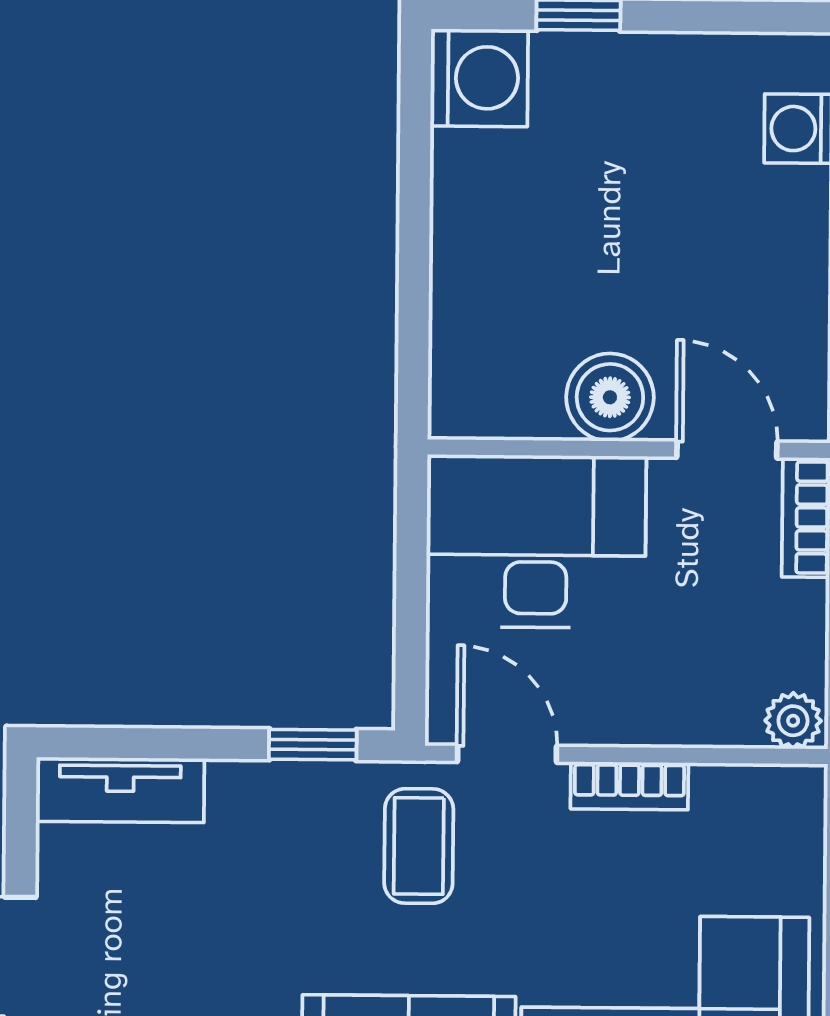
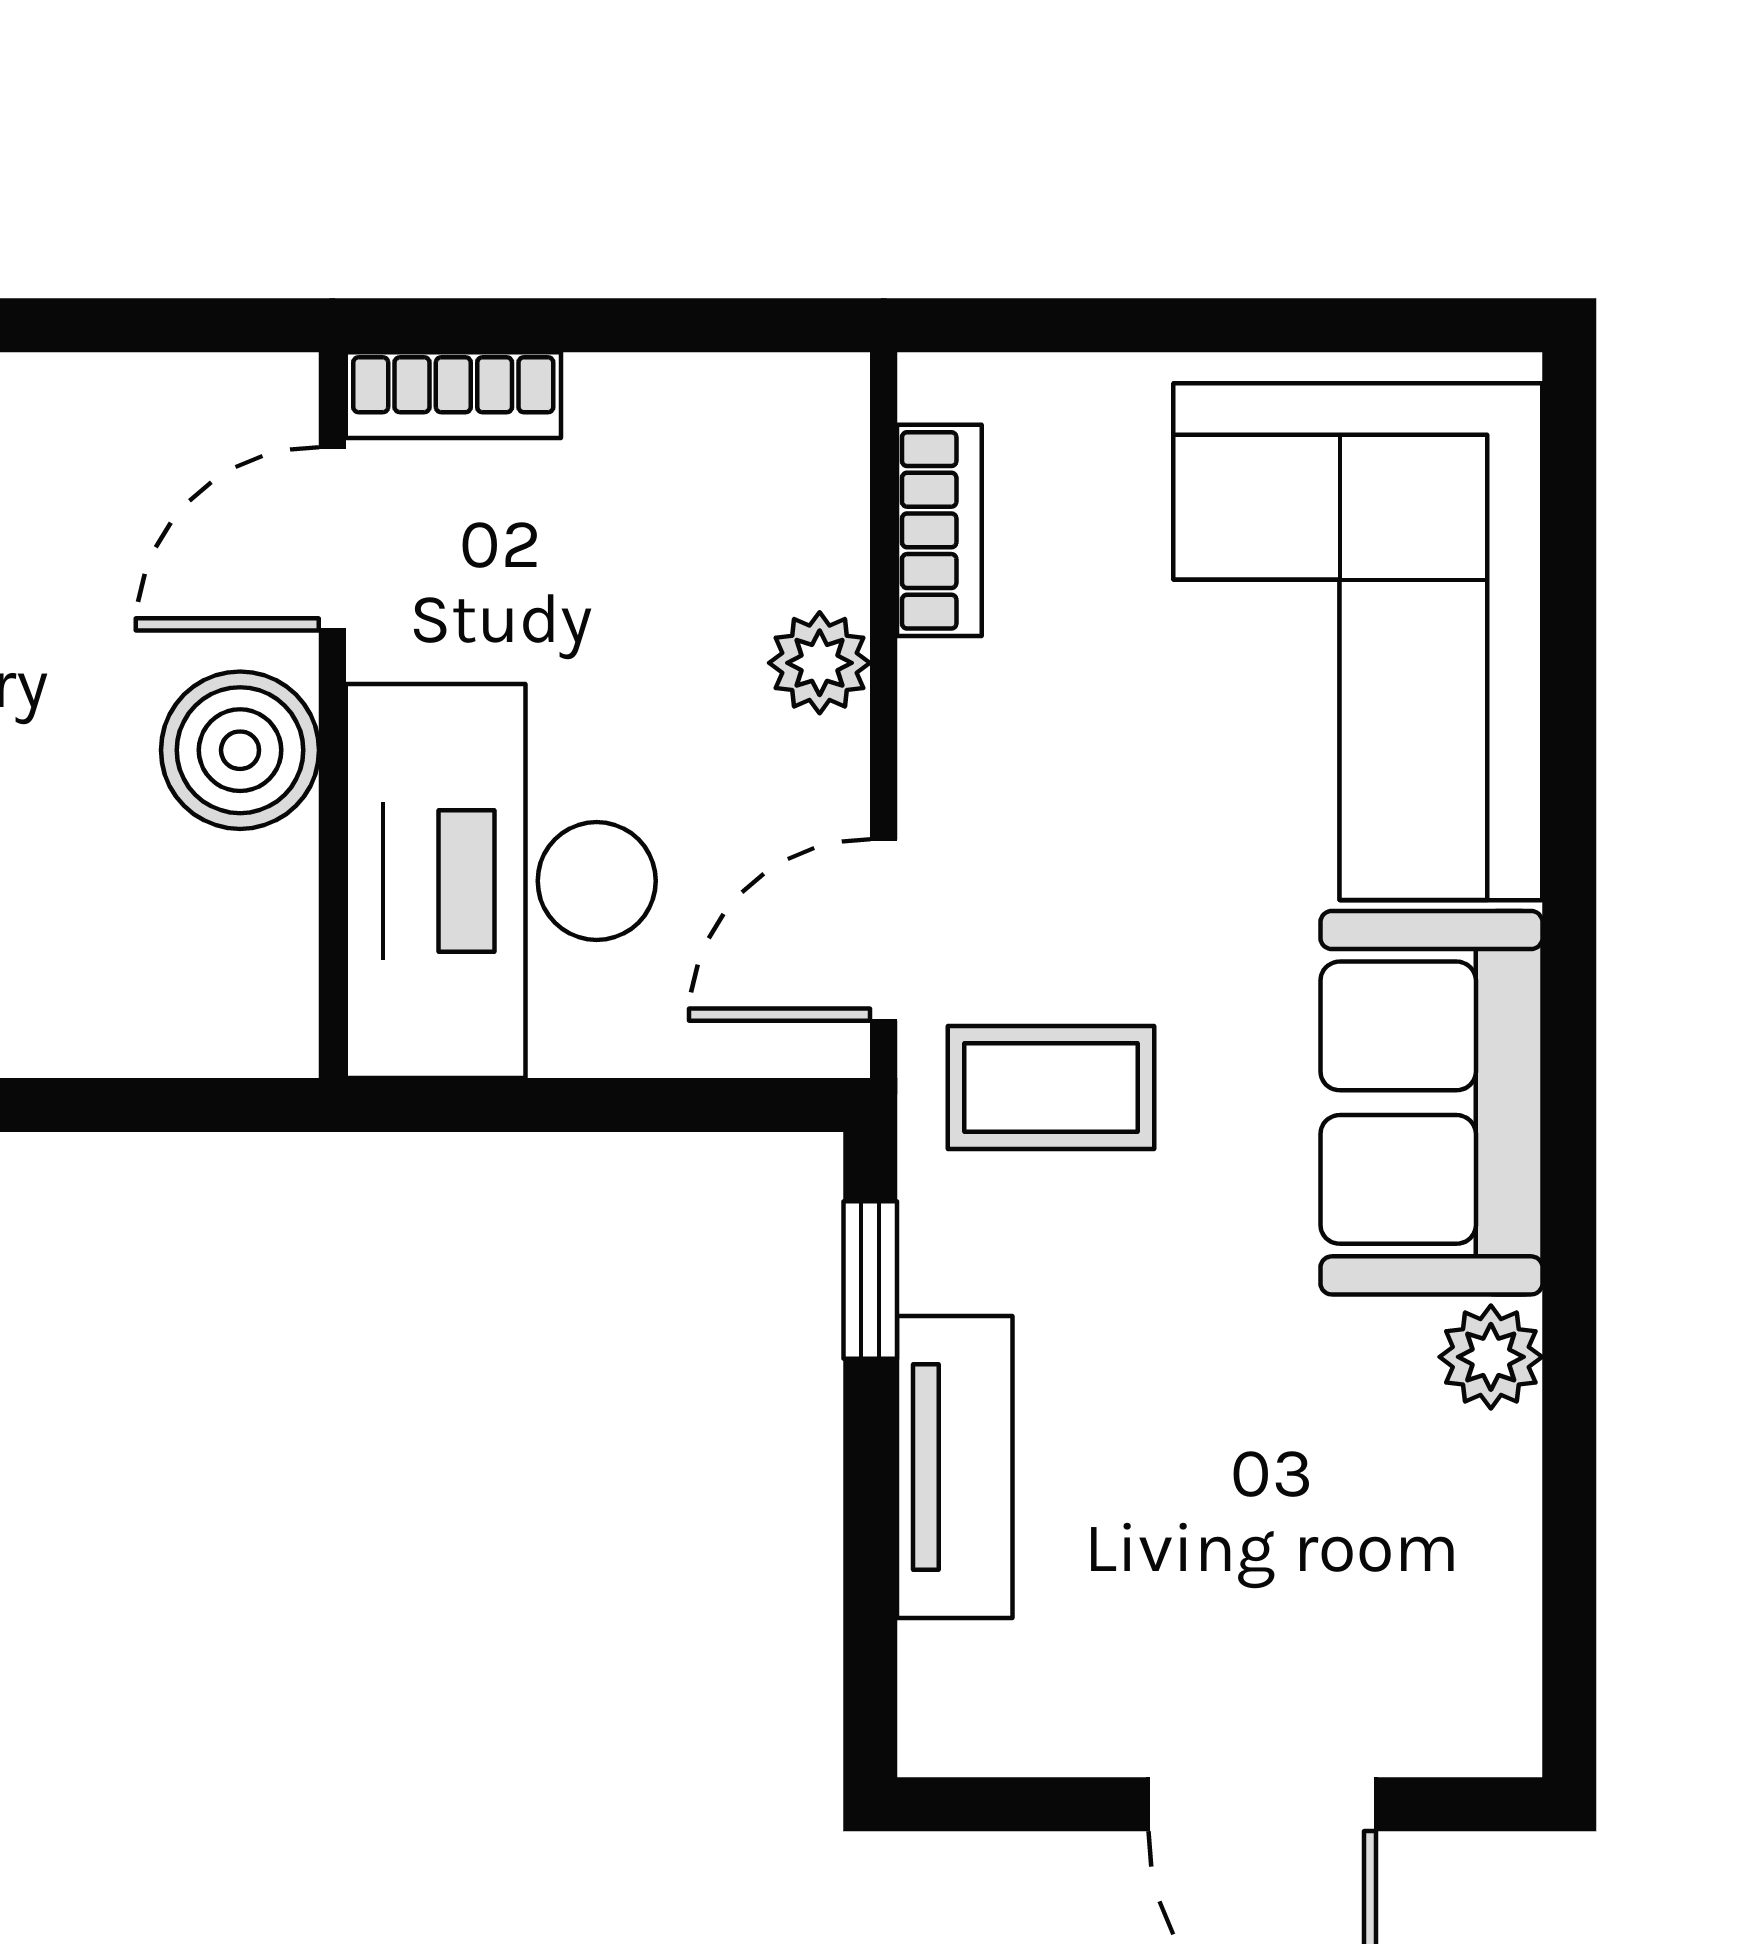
plant: (793, 721) -> (820, 663), moved
bookcase: (629, 786) -> (939, 530), moved
tv unit: (120, 790) -> (955, 1467), moved

